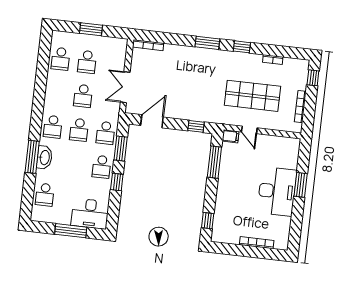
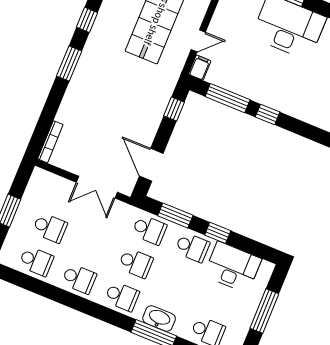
school desk: (83, 96) -> (79, 279), moved
desk: (90, 214) -> (233, 267), moved, turned -90
window: (208, 221) -> (268, 114), moved

